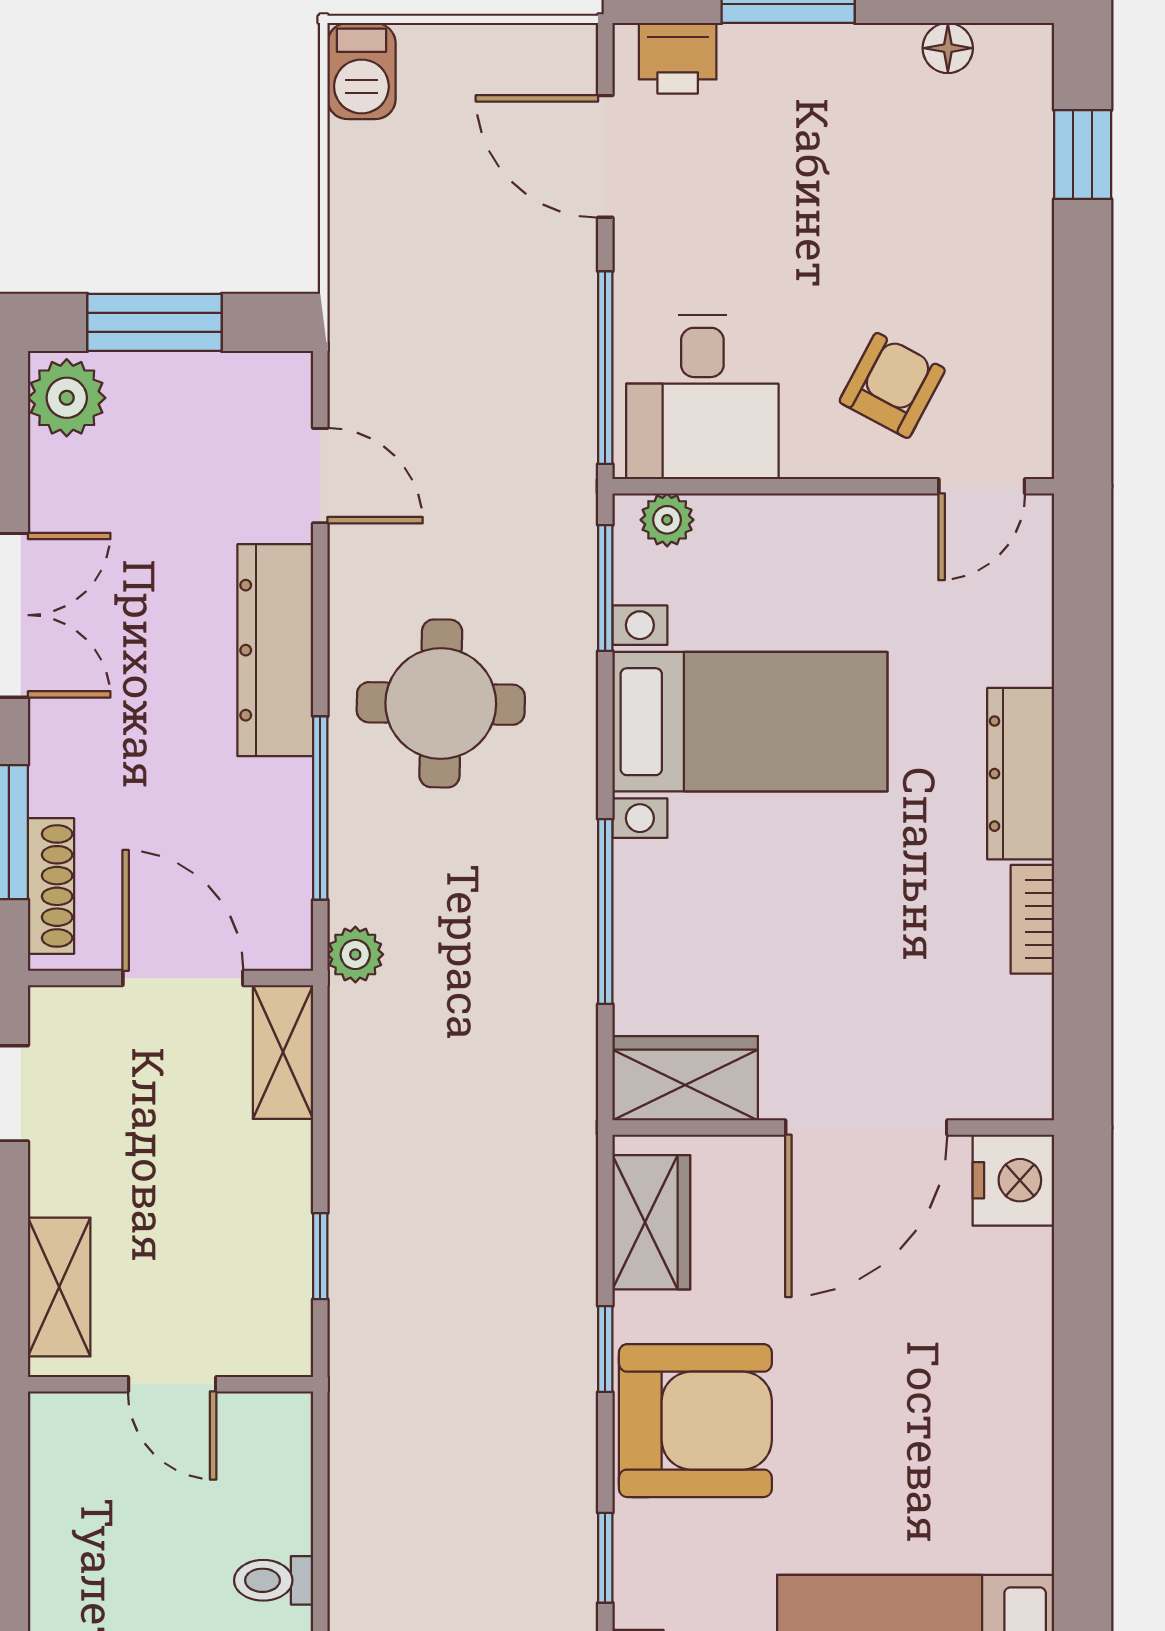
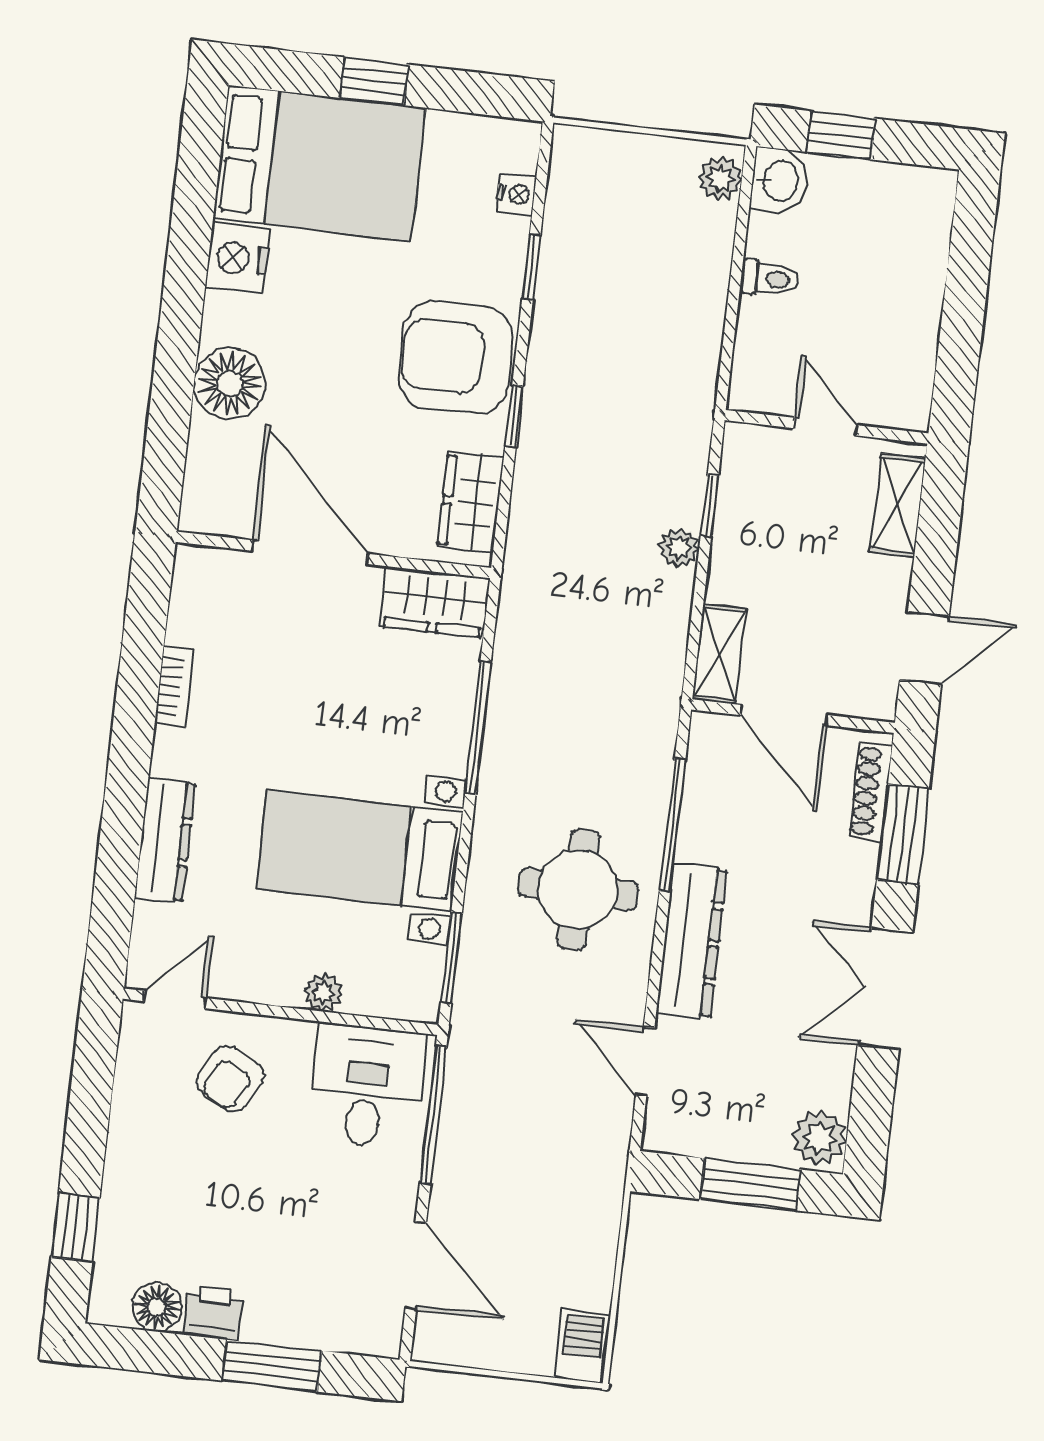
floor lamp: (948, 48) -> (157, 1307), width x1.37, depth x1.37
printer: (678, 58) -> (213, 1313), moved
plant: (667, 520) -> (323, 992), moved
dresser: (1021, 774) -> (165, 840), moved
plant: (355, 954) -> (679, 548), moved
door: (866, 1128) -> (310, 552), hinge flipped
nightstand: (1013, 1180) -> (238, 258), moved
floor lamp: (1004, 1348) -> (230, 384), added

